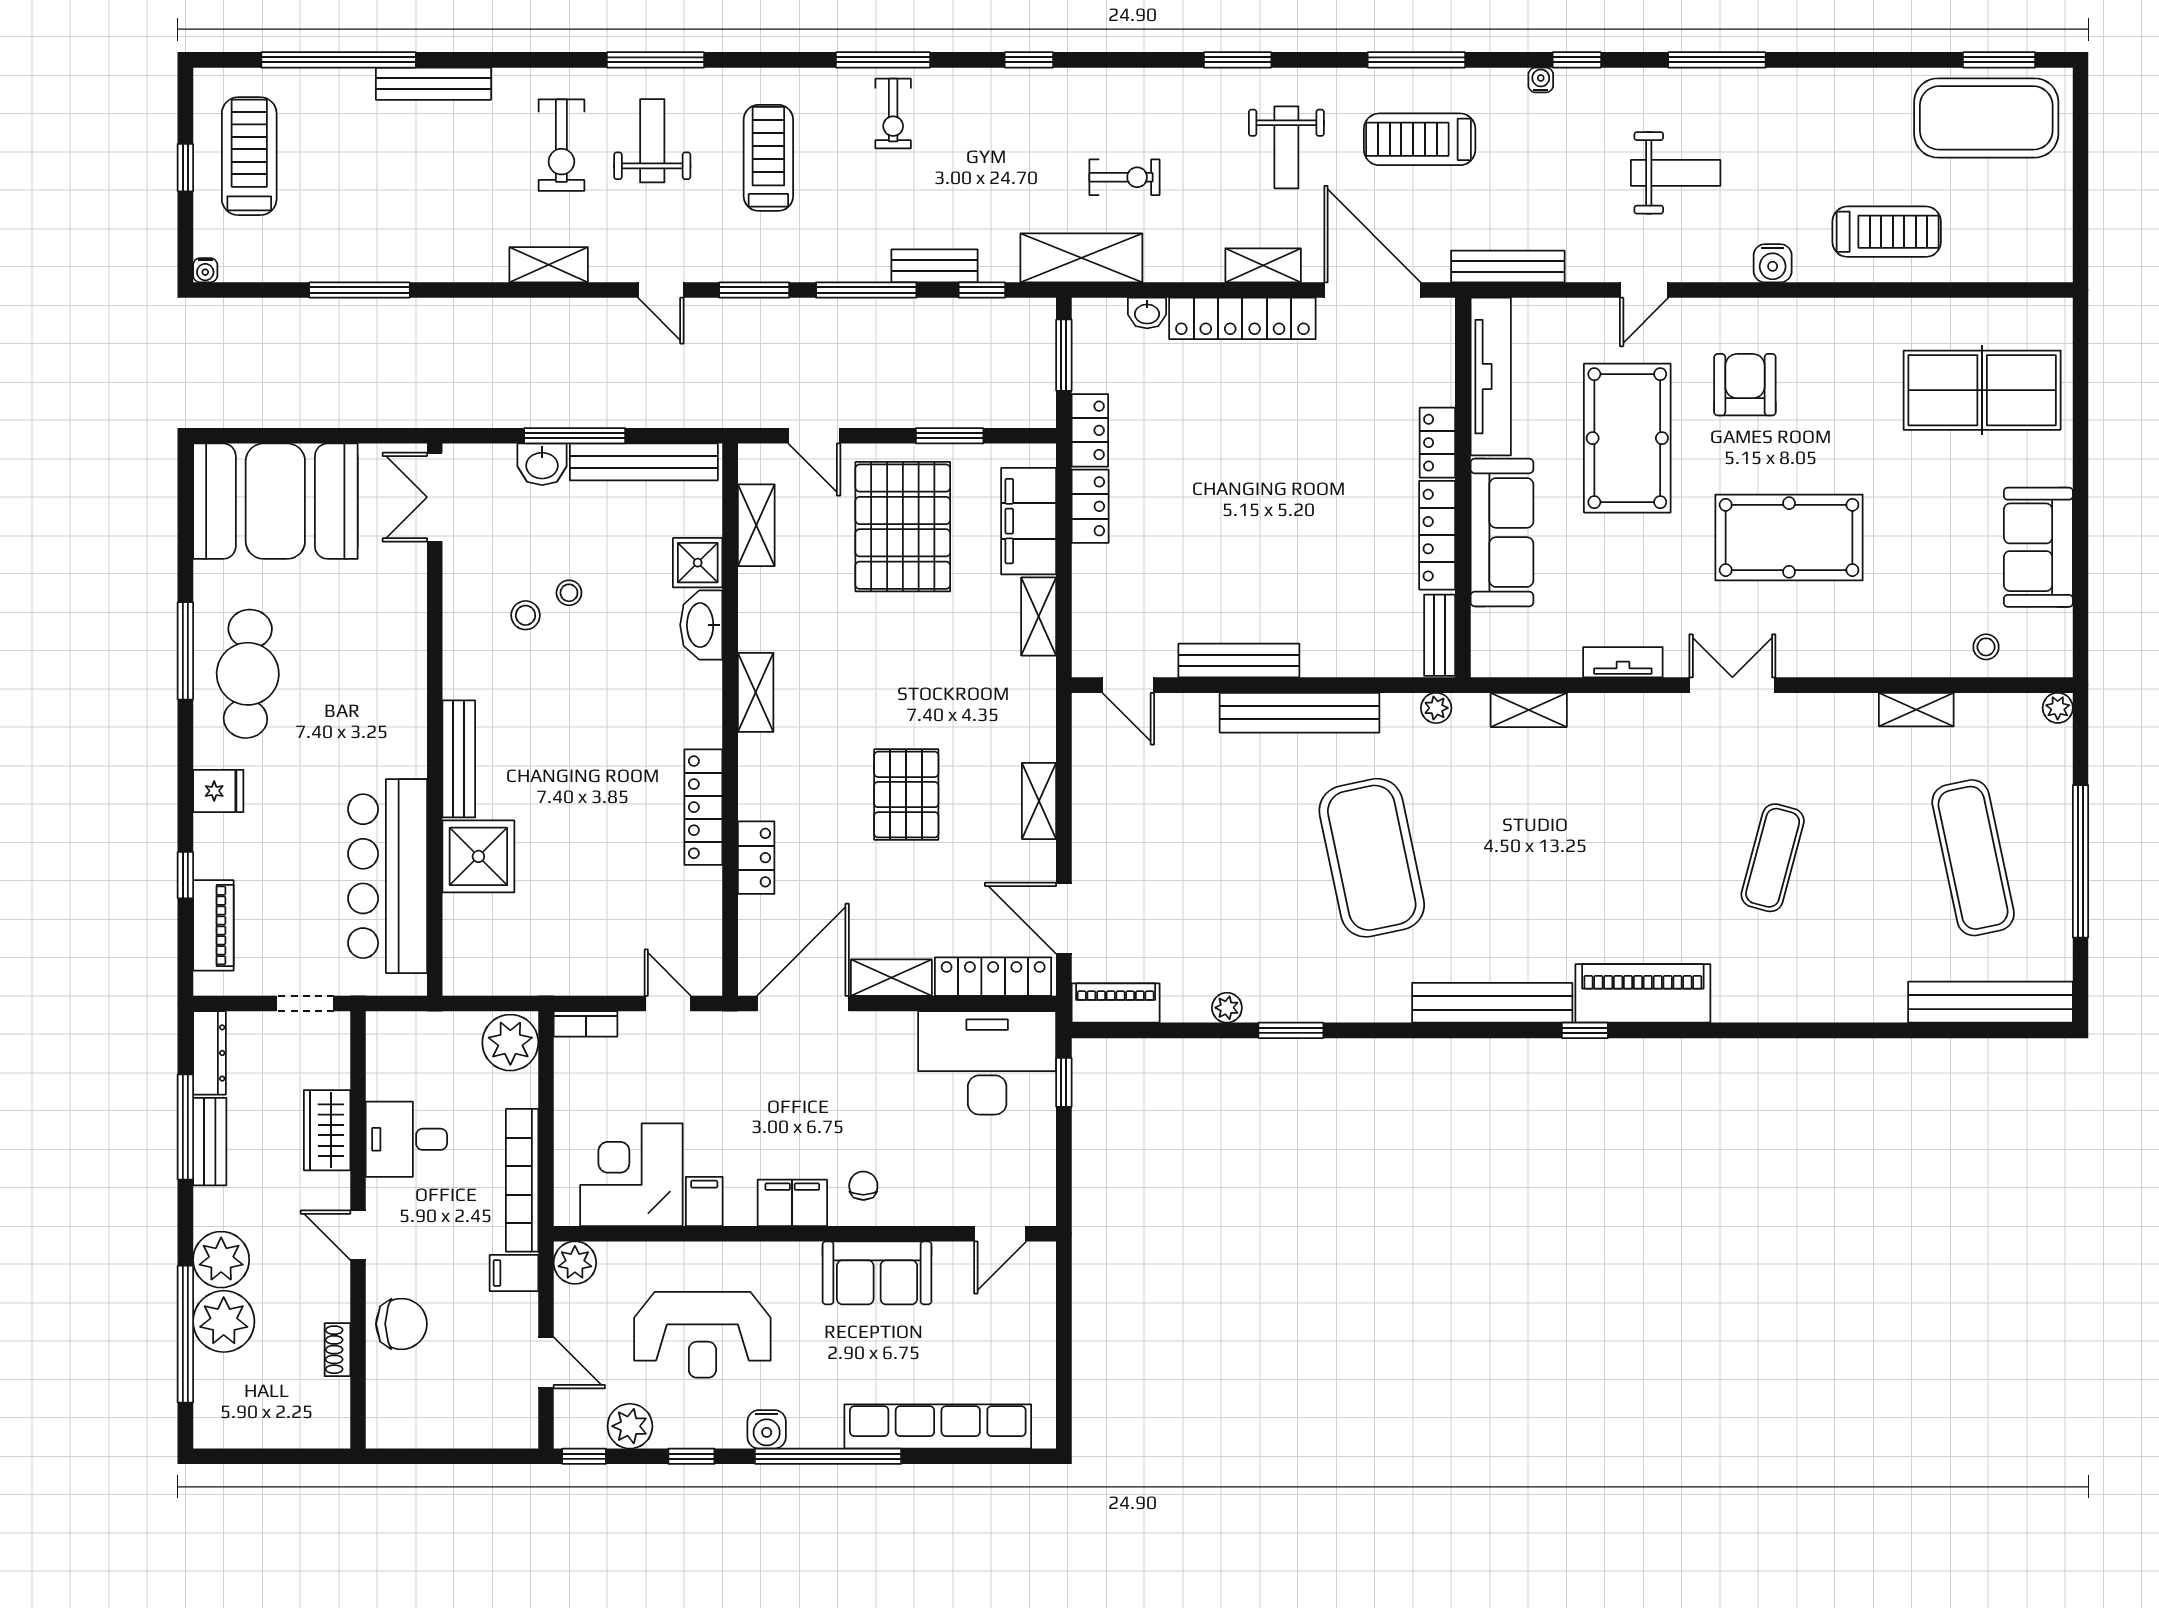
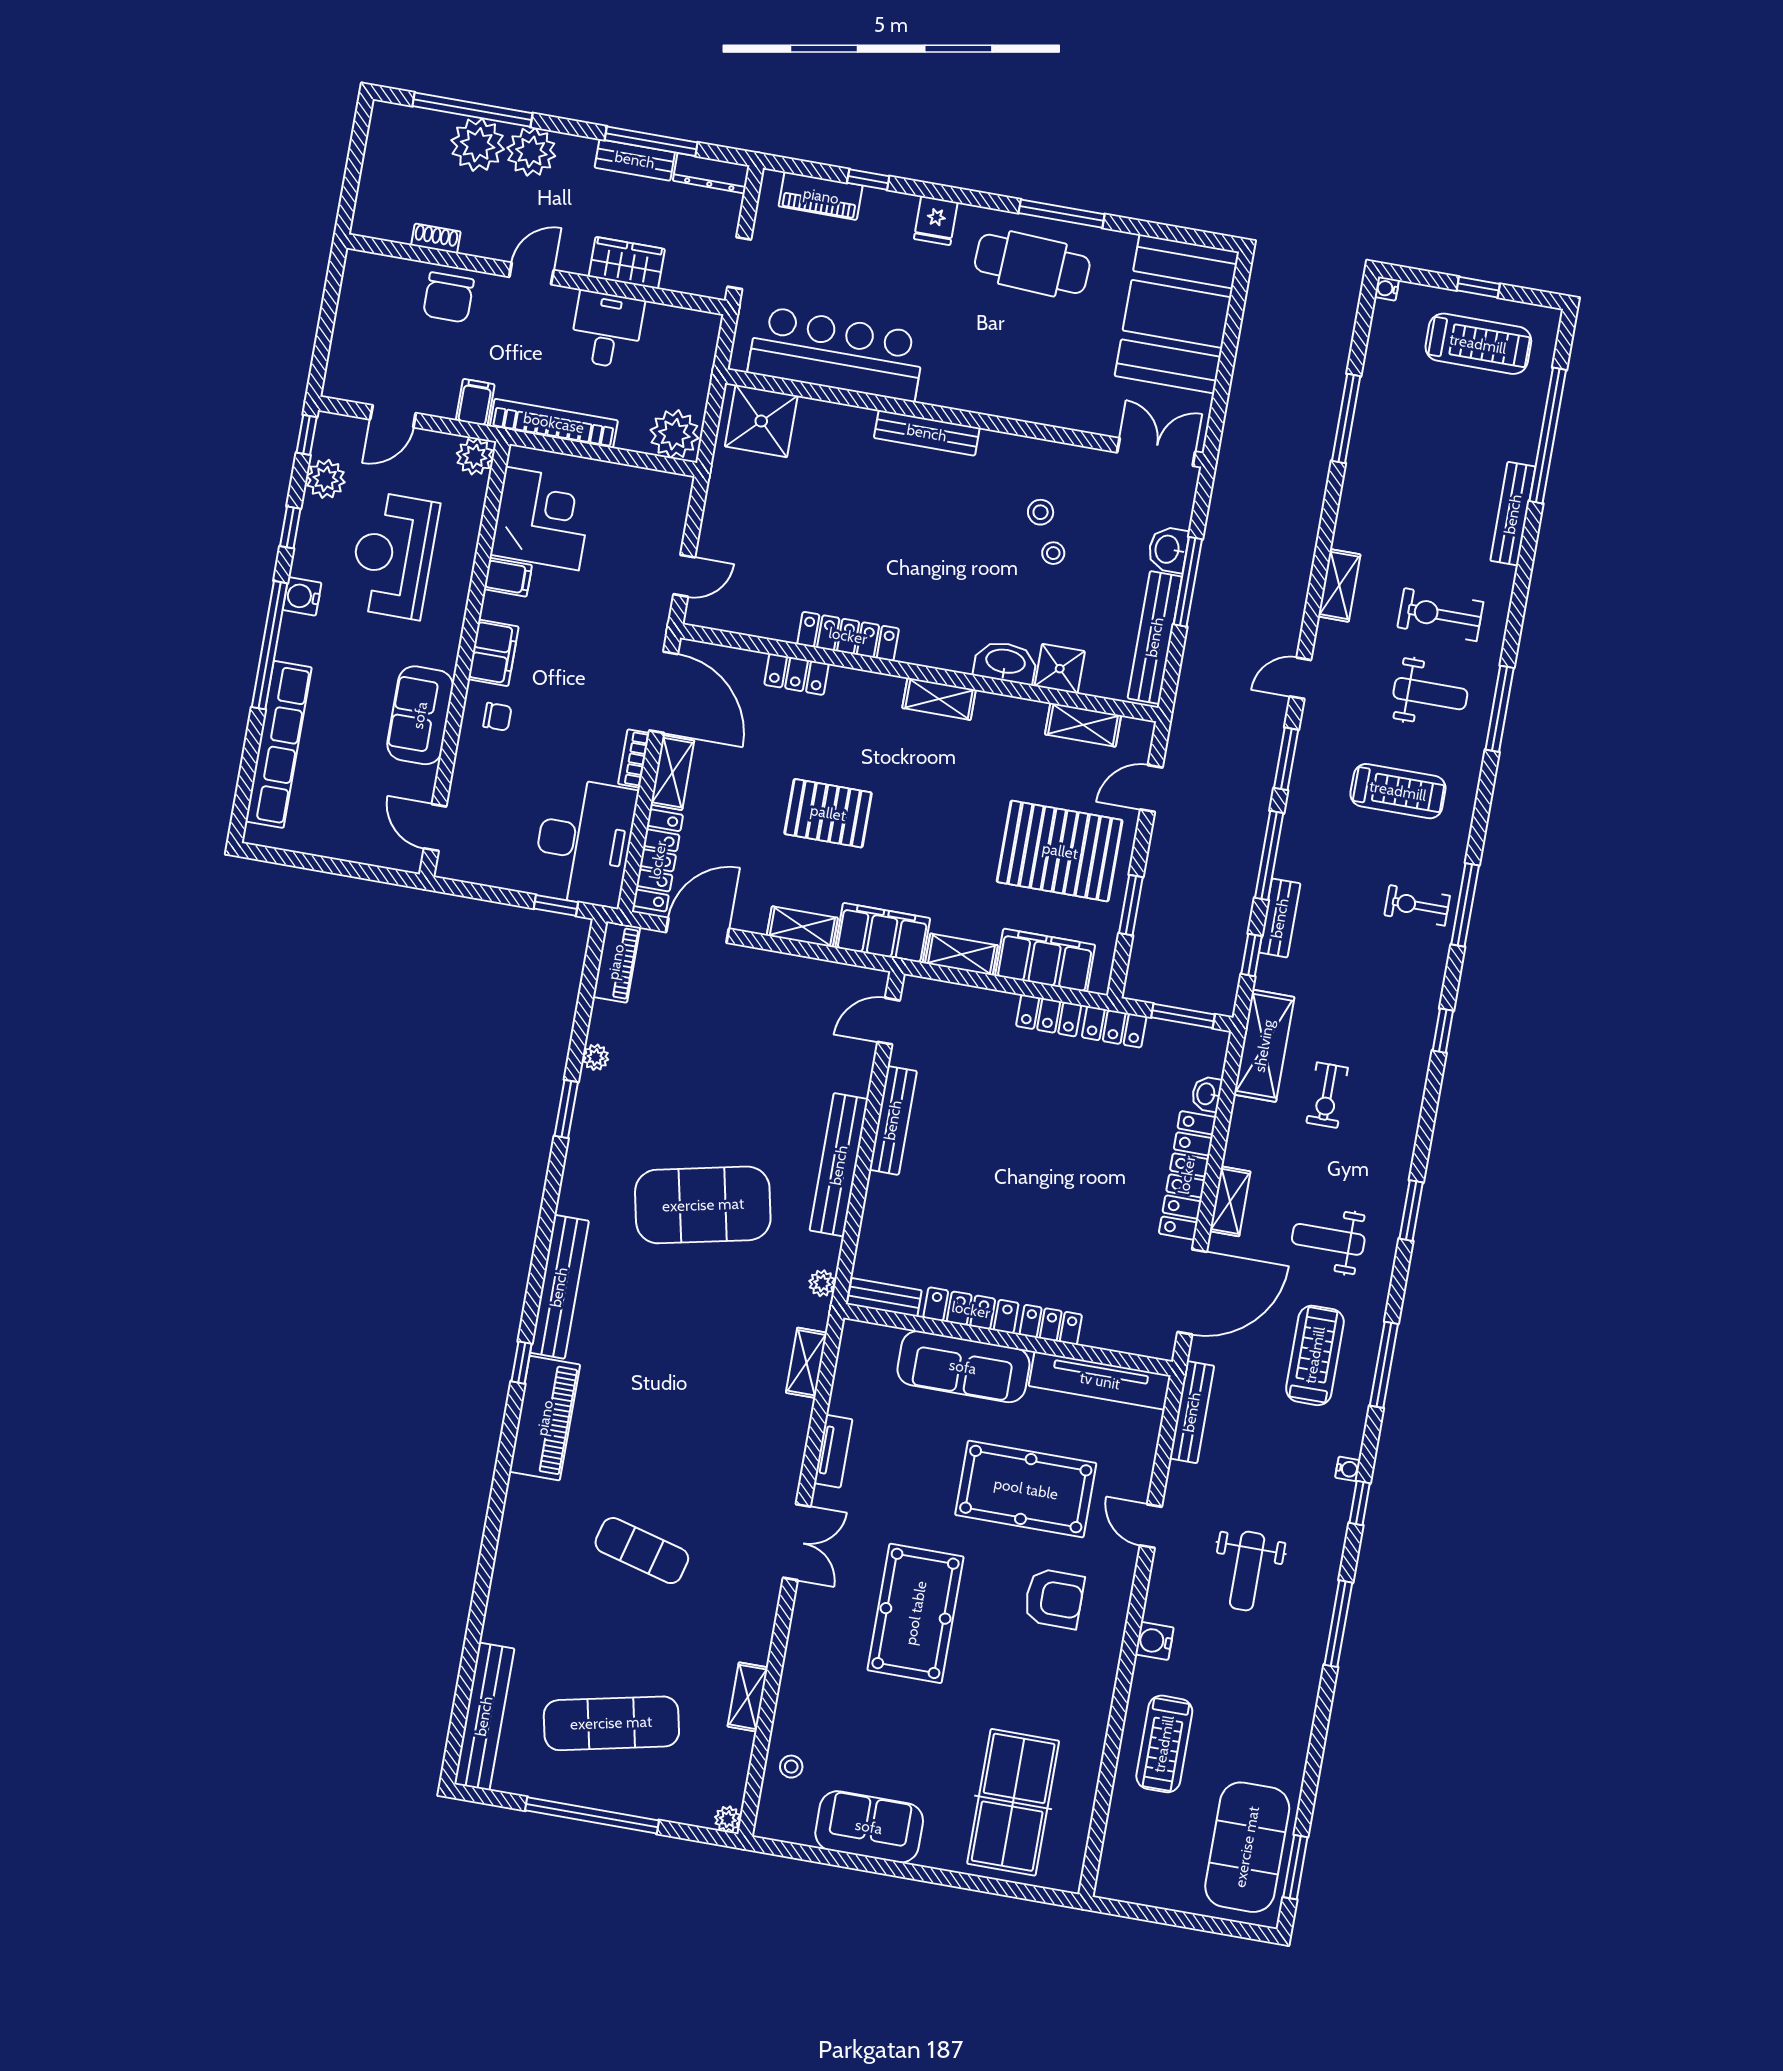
filing cabinet: (1030, 709) -> (883, 933), added
shower: (478, 856) -> (761, 421), moved
bookcase: (586, 1024) -> (634, 758), moved

